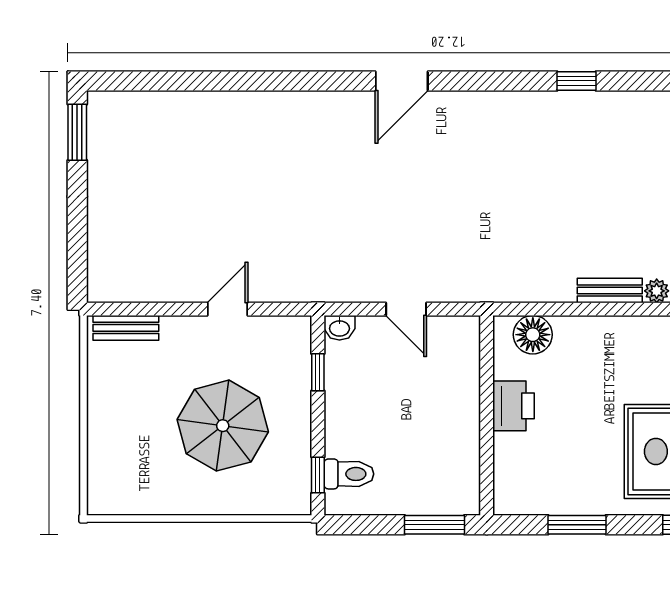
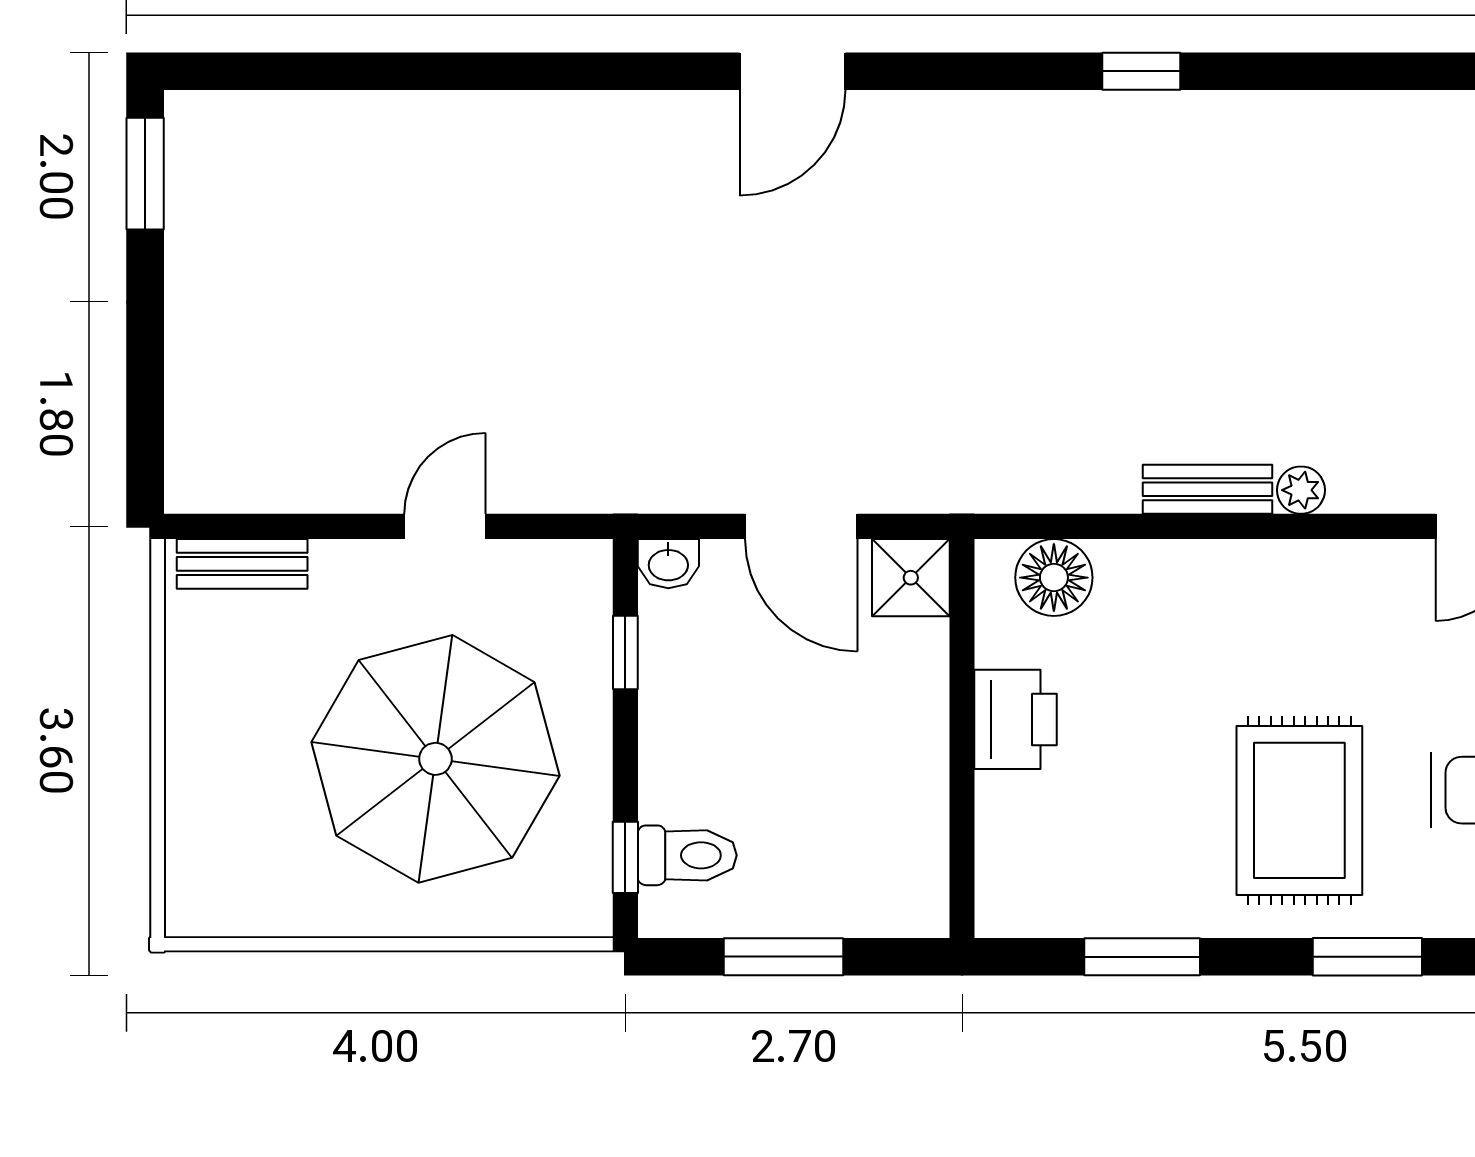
door: (406, 309) -> (801, 526), width x1.38
shower: (461, 335) -> (911, 578), added
parasol: (223, 426) -> (435, 759), width x1.36, depth x1.36
window: (435, 525) -> (783, 957), moved

